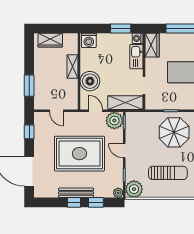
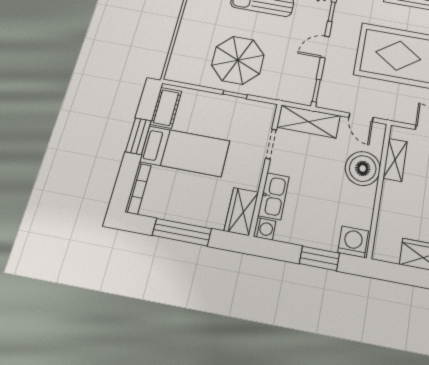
window: (121, 28) -> (319, 258), moved
shelving: (72, 67) -> (395, 160), moved
plant: (114, 121) -> (332, 96), removed
door: (124, 151) -> (325, 47), swing flipped

